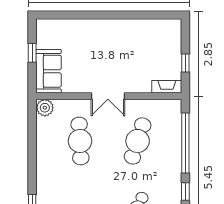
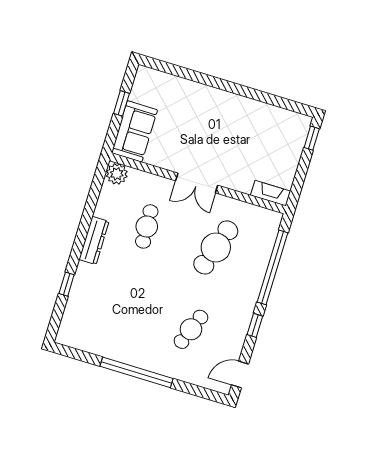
window: (185, 63) -> (312, 138), moved
cafe table: (80, 141) -> (147, 226), width x0.73, depth x0.74
dresser: (43, 164) -> (94, 241), added

